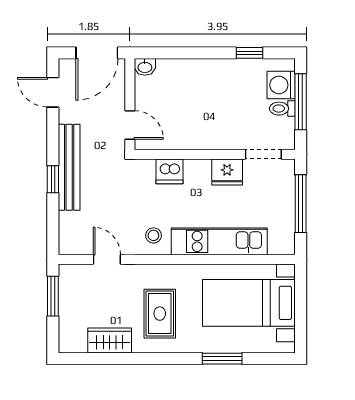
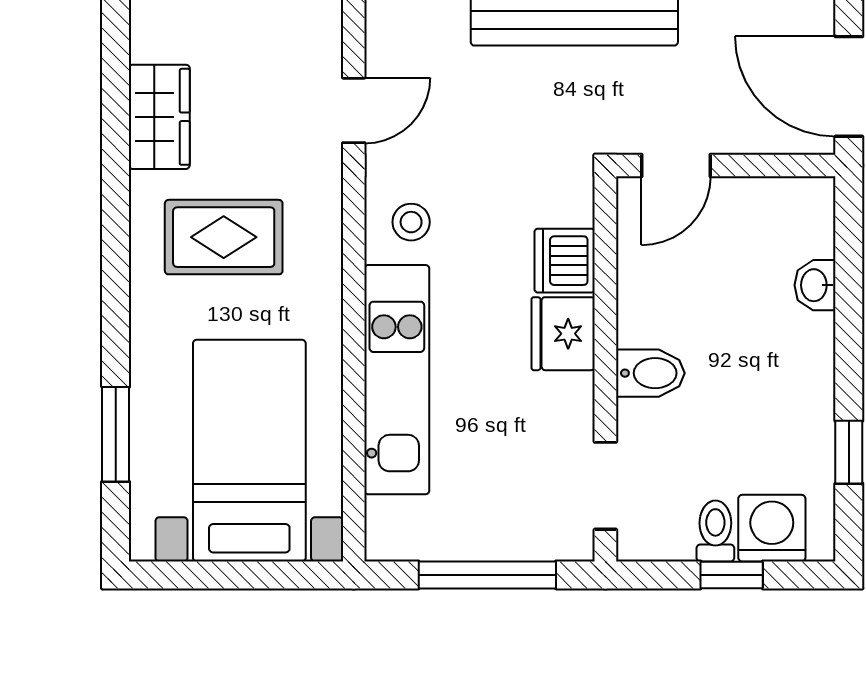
washbasin: (145, 67) -> (815, 285), moved
window: (301, 102) -> (732, 575), width x0.46
bidet: (216, 136) -> (650, 373), added
fridge: (227, 172) -> (563, 334), moved
window: (222, 359) -> (116, 434), moved

